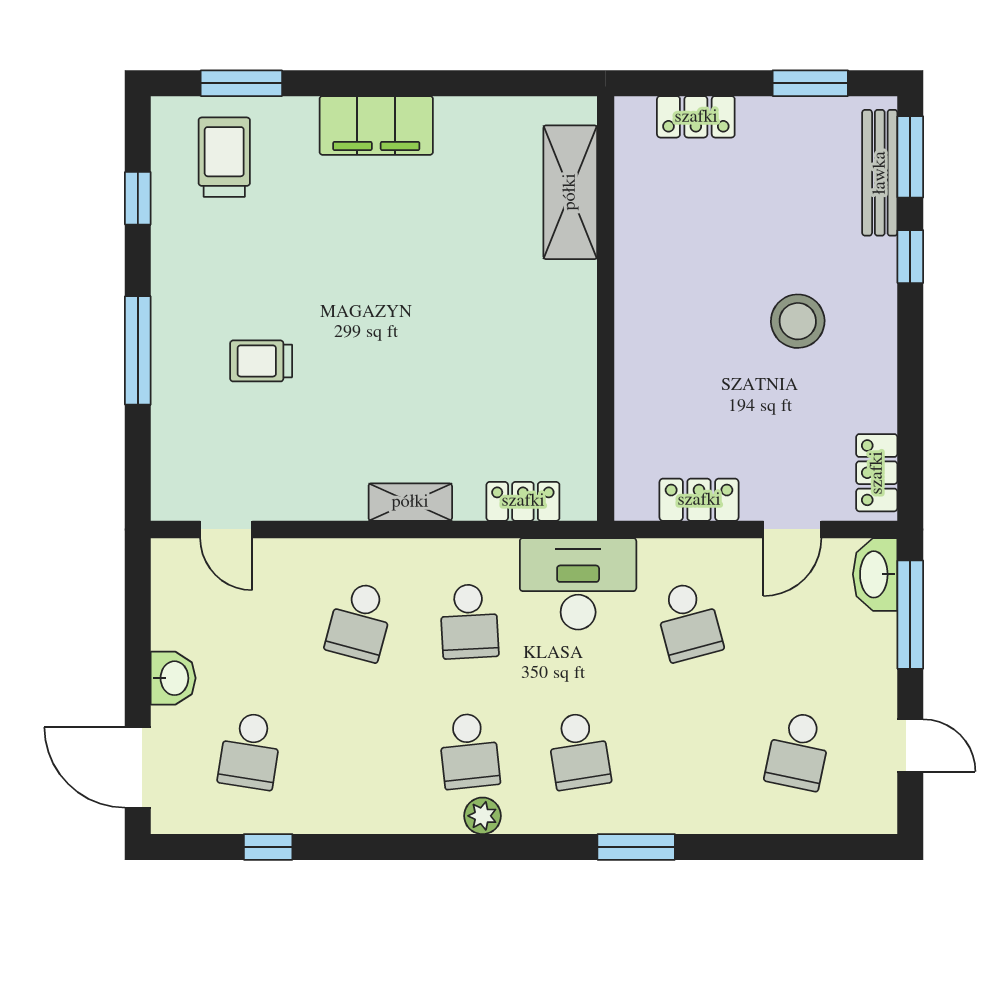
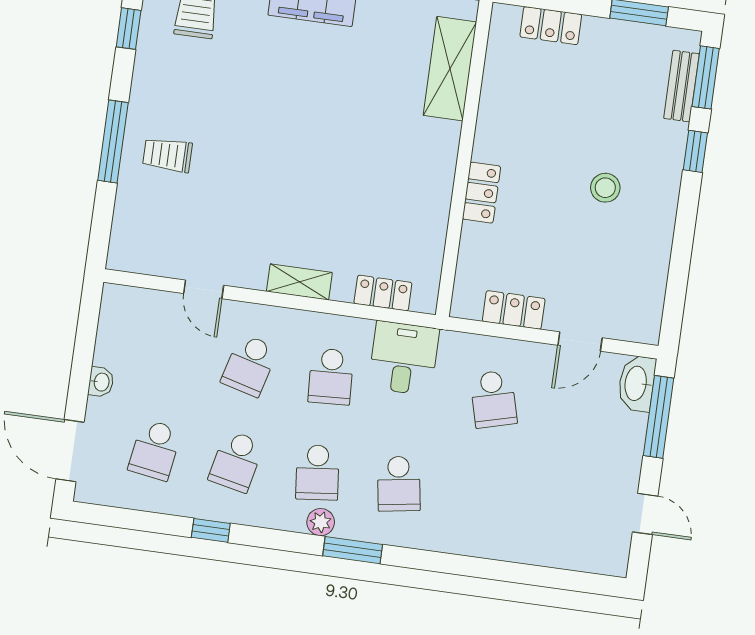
bench: (880, 173) -> (681, 86), width x0.73
stool: (798, 321) -> (605, 188), width x0.73, depth x0.73
trolley: (261, 361) -> (167, 155), moved
locker: (877, 473) -> (481, 193), moved, turned 180
door: (226, 529) -> (204, 289), moved
desk: (578, 584) -> (404, 358), width x0.73
washbasin: (173, 678) -> (101, 382), width x0.72, depth x0.69
school desk: (798, 751) -> (236, 461), moved
window: (268, 847) -> (211, 530), moved
window: (636, 847) -> (353, 550), moved

